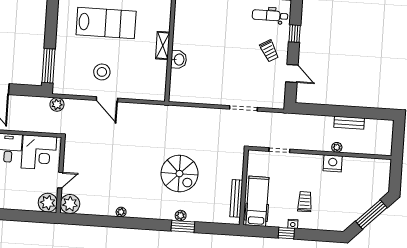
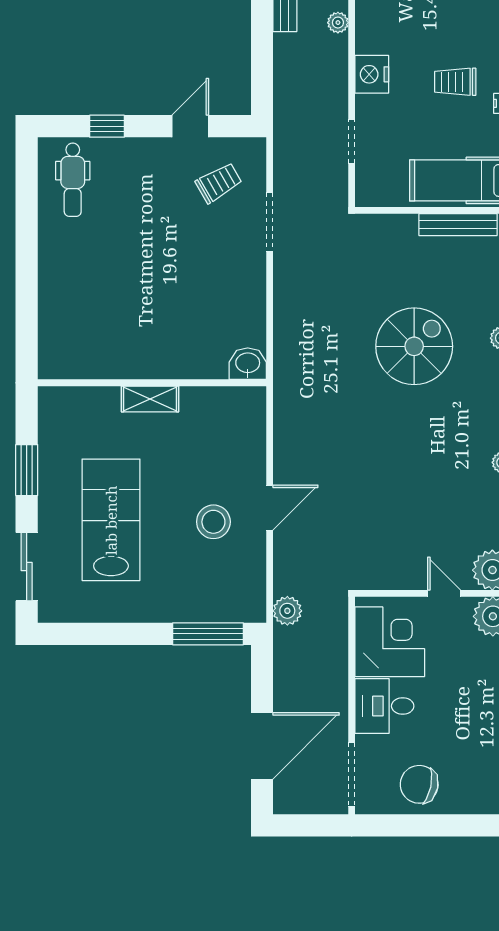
trolley: (269, 51) -> (219, 183), moved
washbasin: (179, 60) -> (248, 364), moved
nightstand: (333, 163) -> (372, 74), moved

